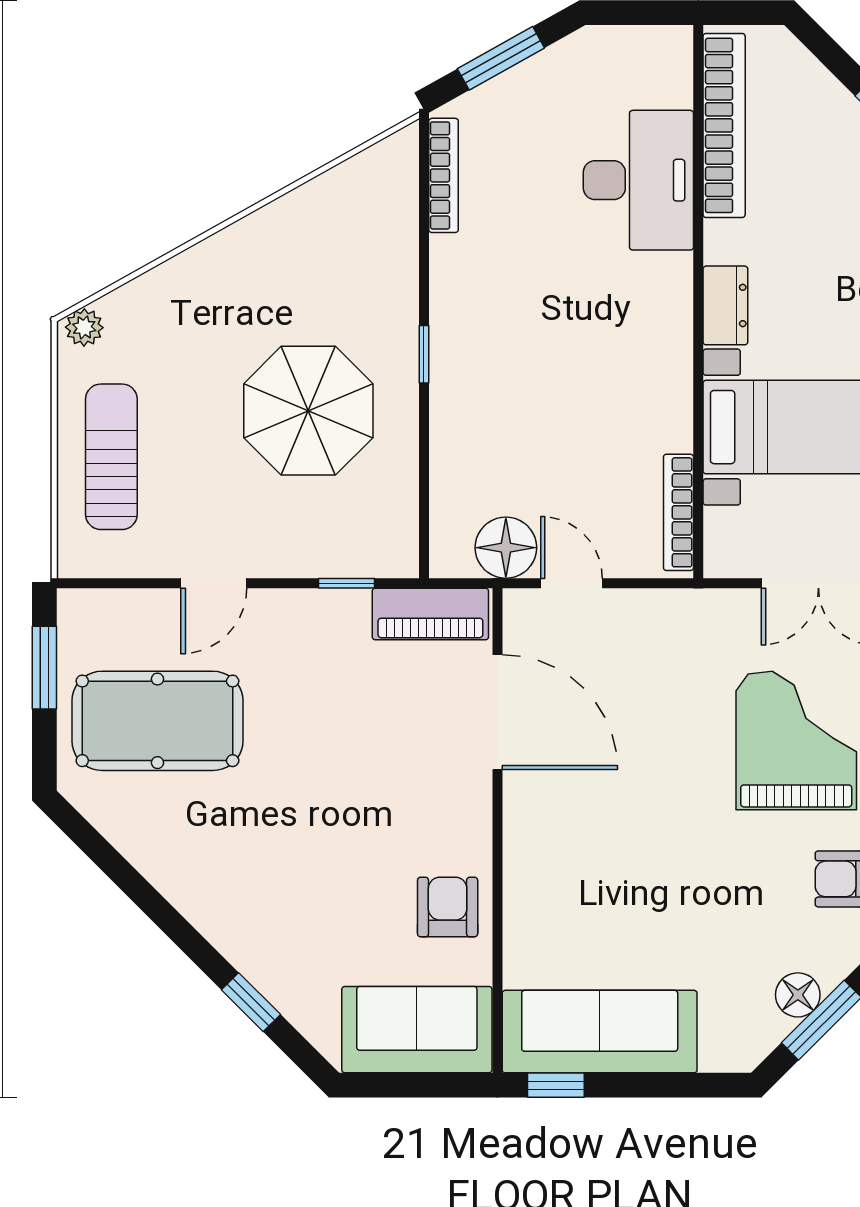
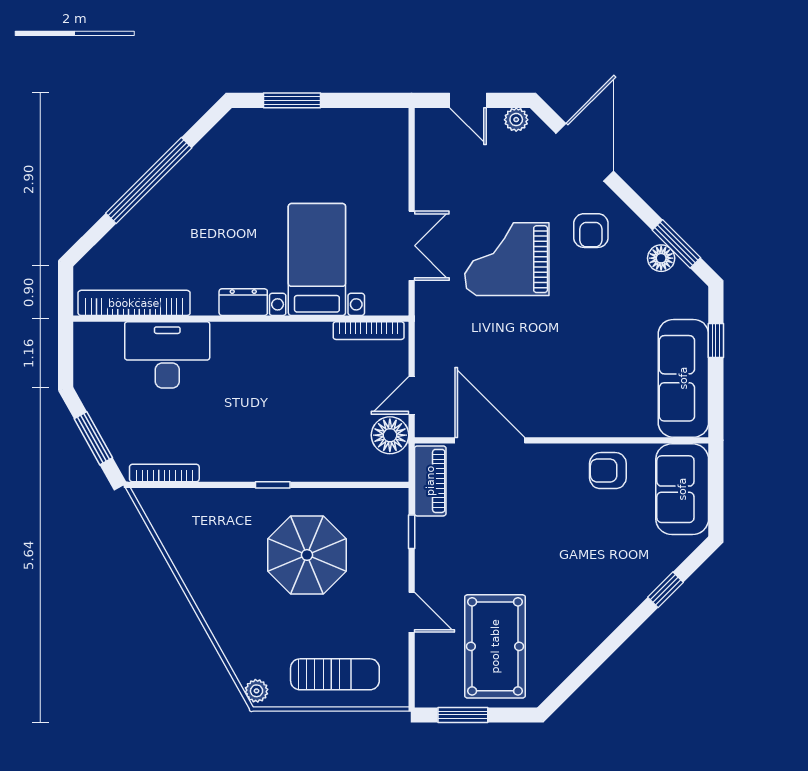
sun lounger: (111, 457) -> (335, 674), turned 180
door: (497, 712) -> (490, 440), hinge flipped
window: (556, 1085) -> (716, 341), moved

